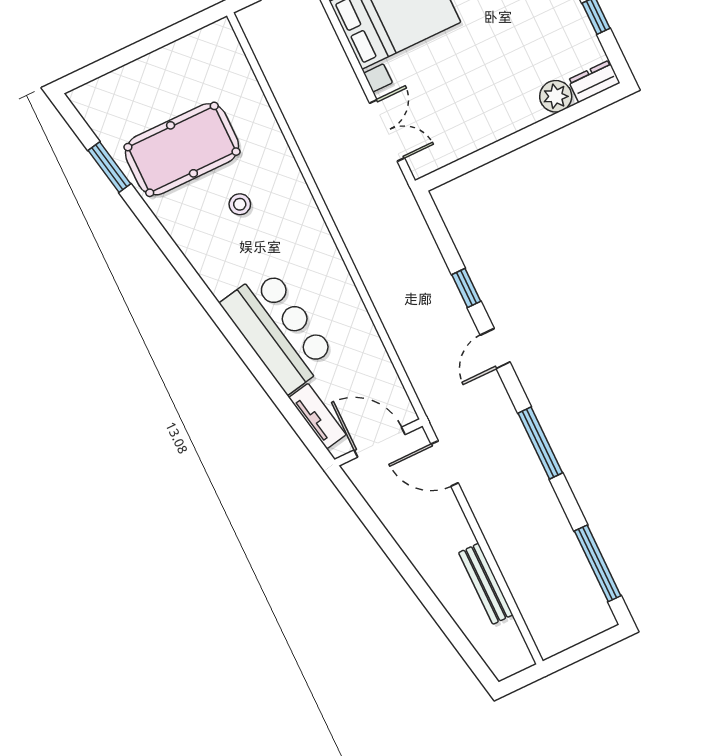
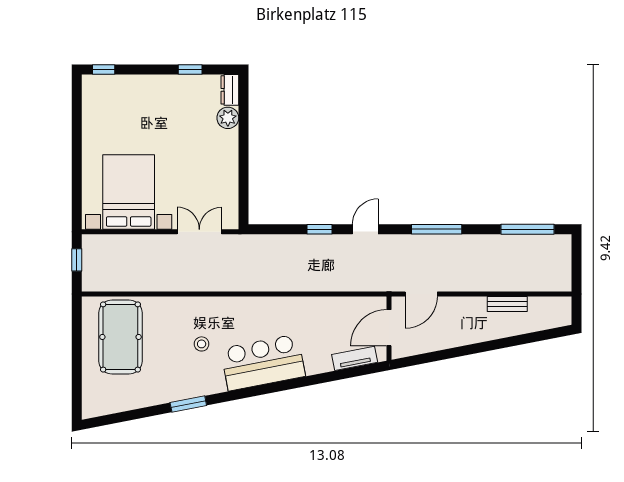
pool table: (182, 149) -> (120, 337), moved
window: (109, 167) -> (188, 404), moved
bar counter: (279, 330) -> (263, 362), moved
door: (495, 349) -> (365, 229), swing flipped
bench: (486, 584) -> (507, 304), width x0.73

